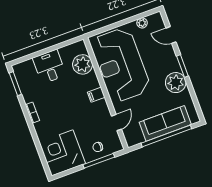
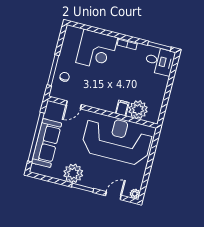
plant: (142, 23) -> (135, 194), moved
desk: (49, 67) -> (160, 61), moved
filing cabinet: (96, 95) -> (122, 108), moved
door: (116, 123) -> (74, 105), hinge flipped
corner desk: (62, 153) -> (97, 50), moved, turned 90

